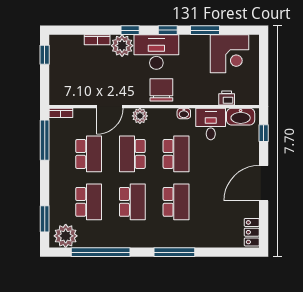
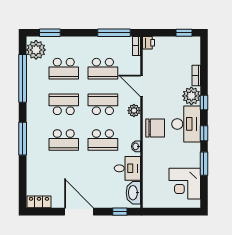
printer: (227, 98) -> (149, 43), moved
school desk: (132, 202) -> (64, 104), turned 180

